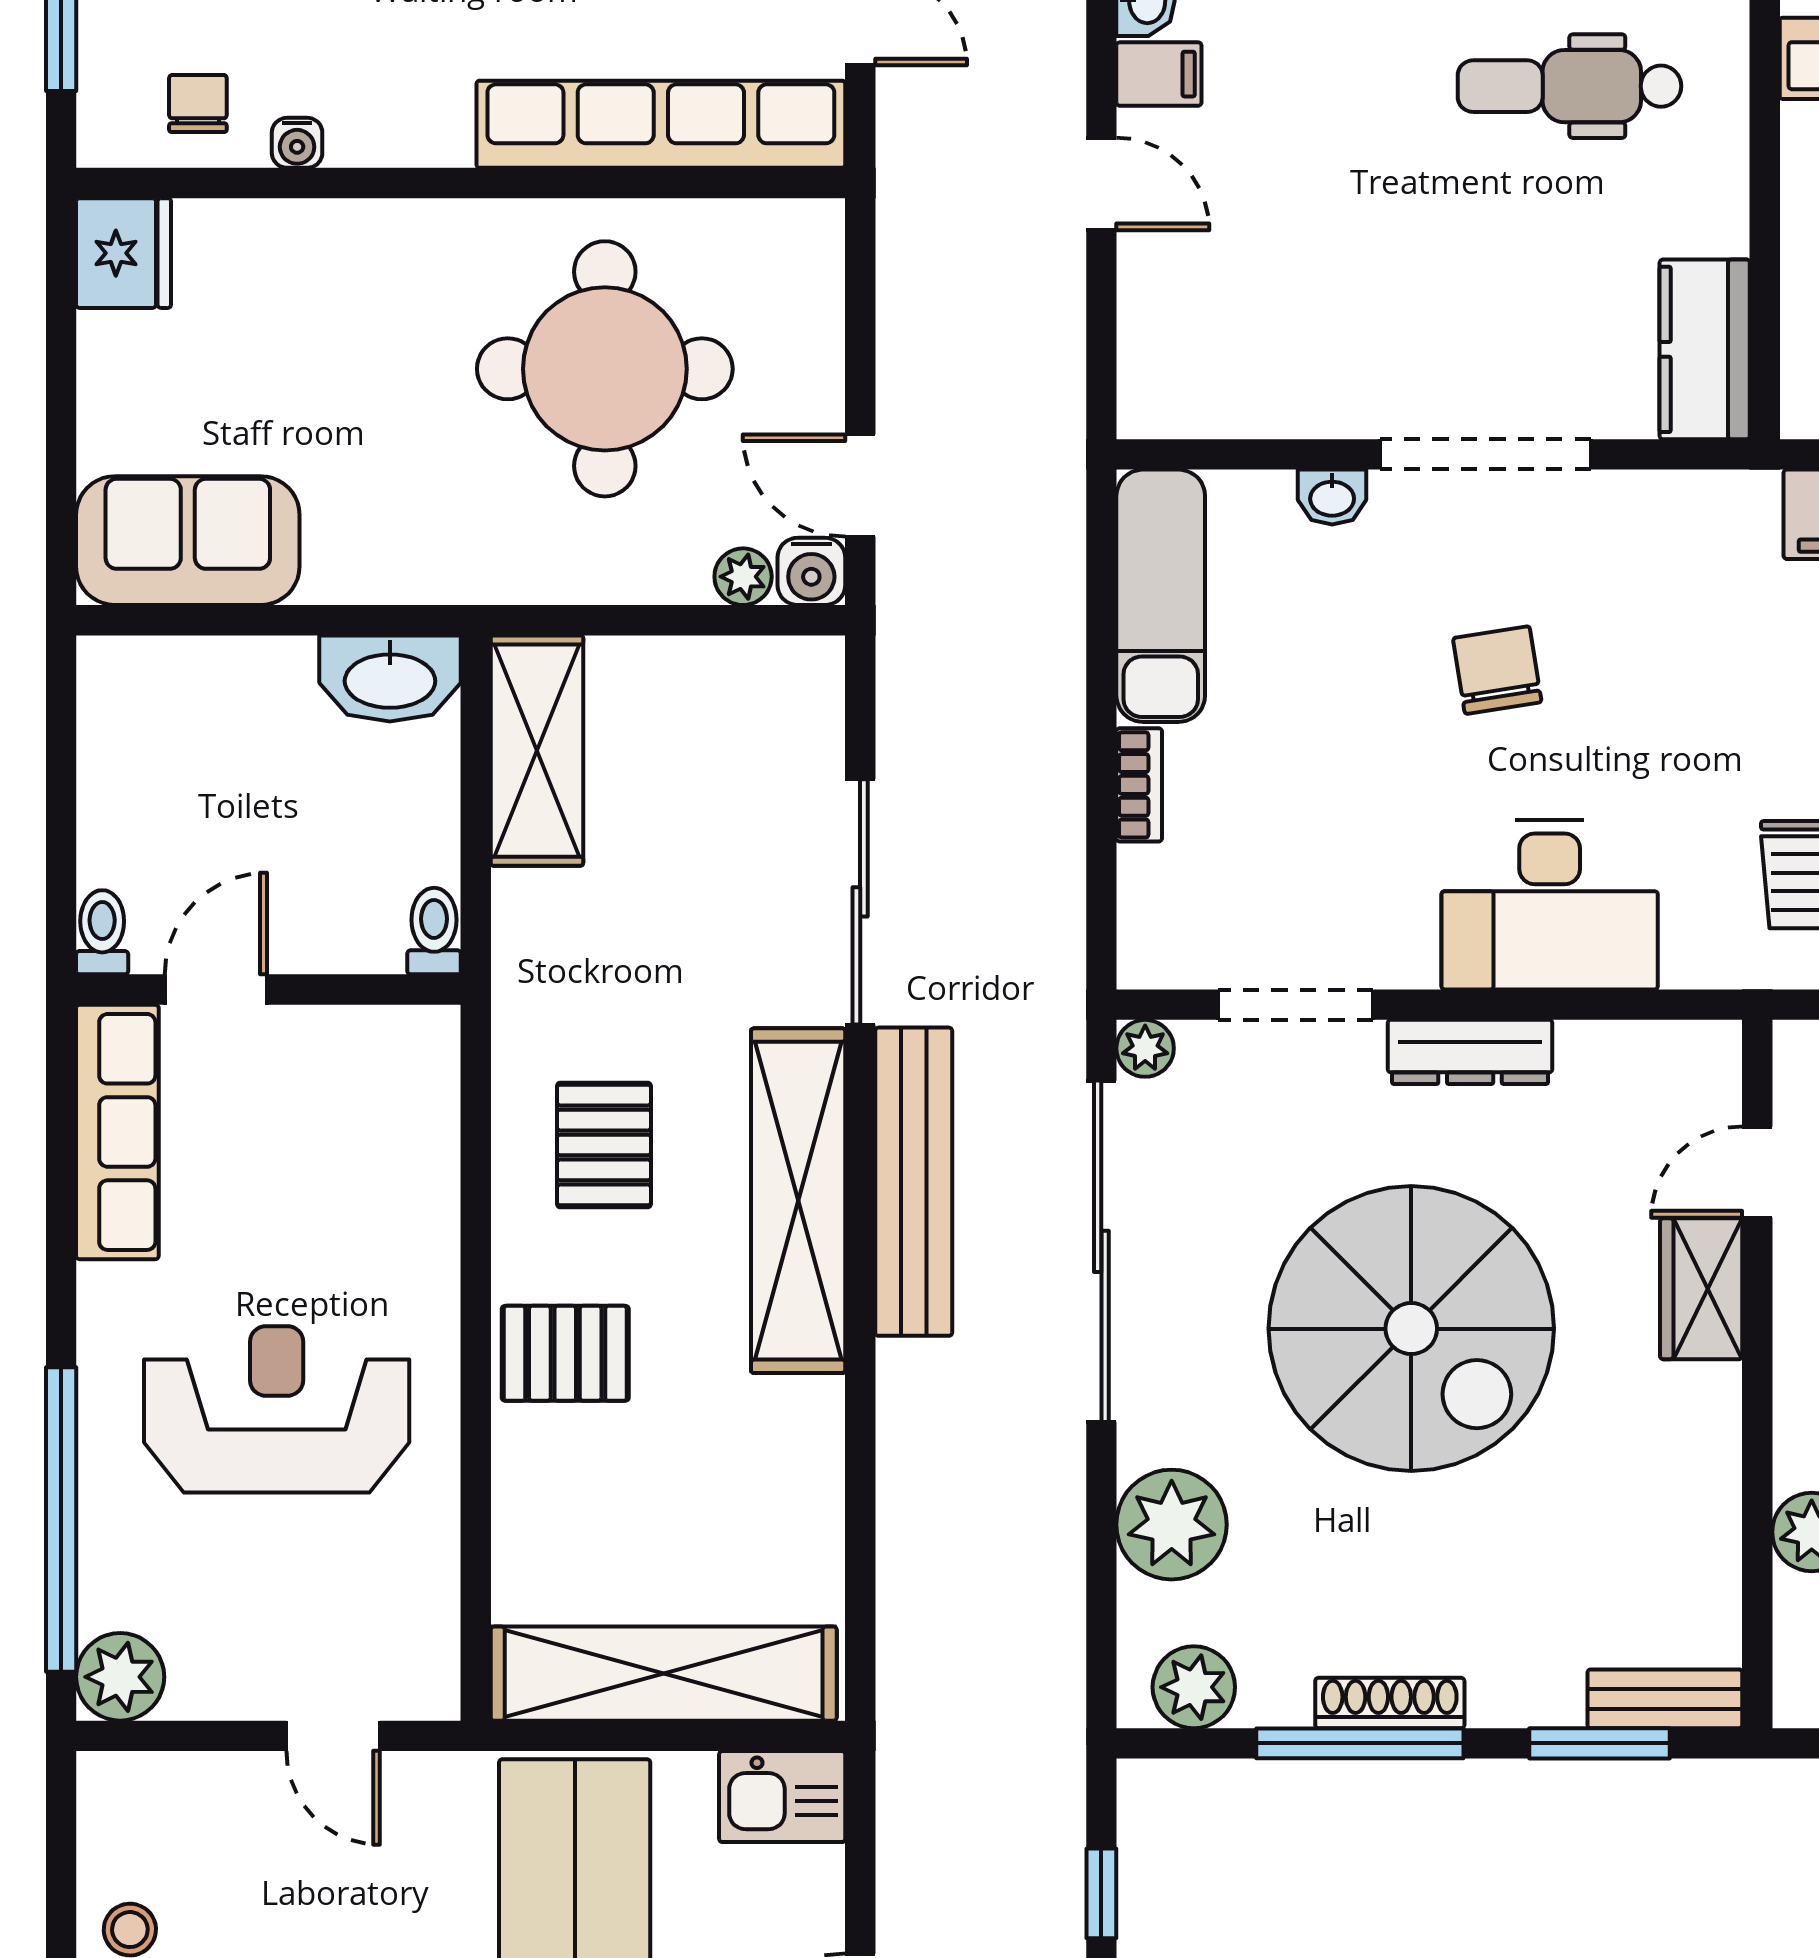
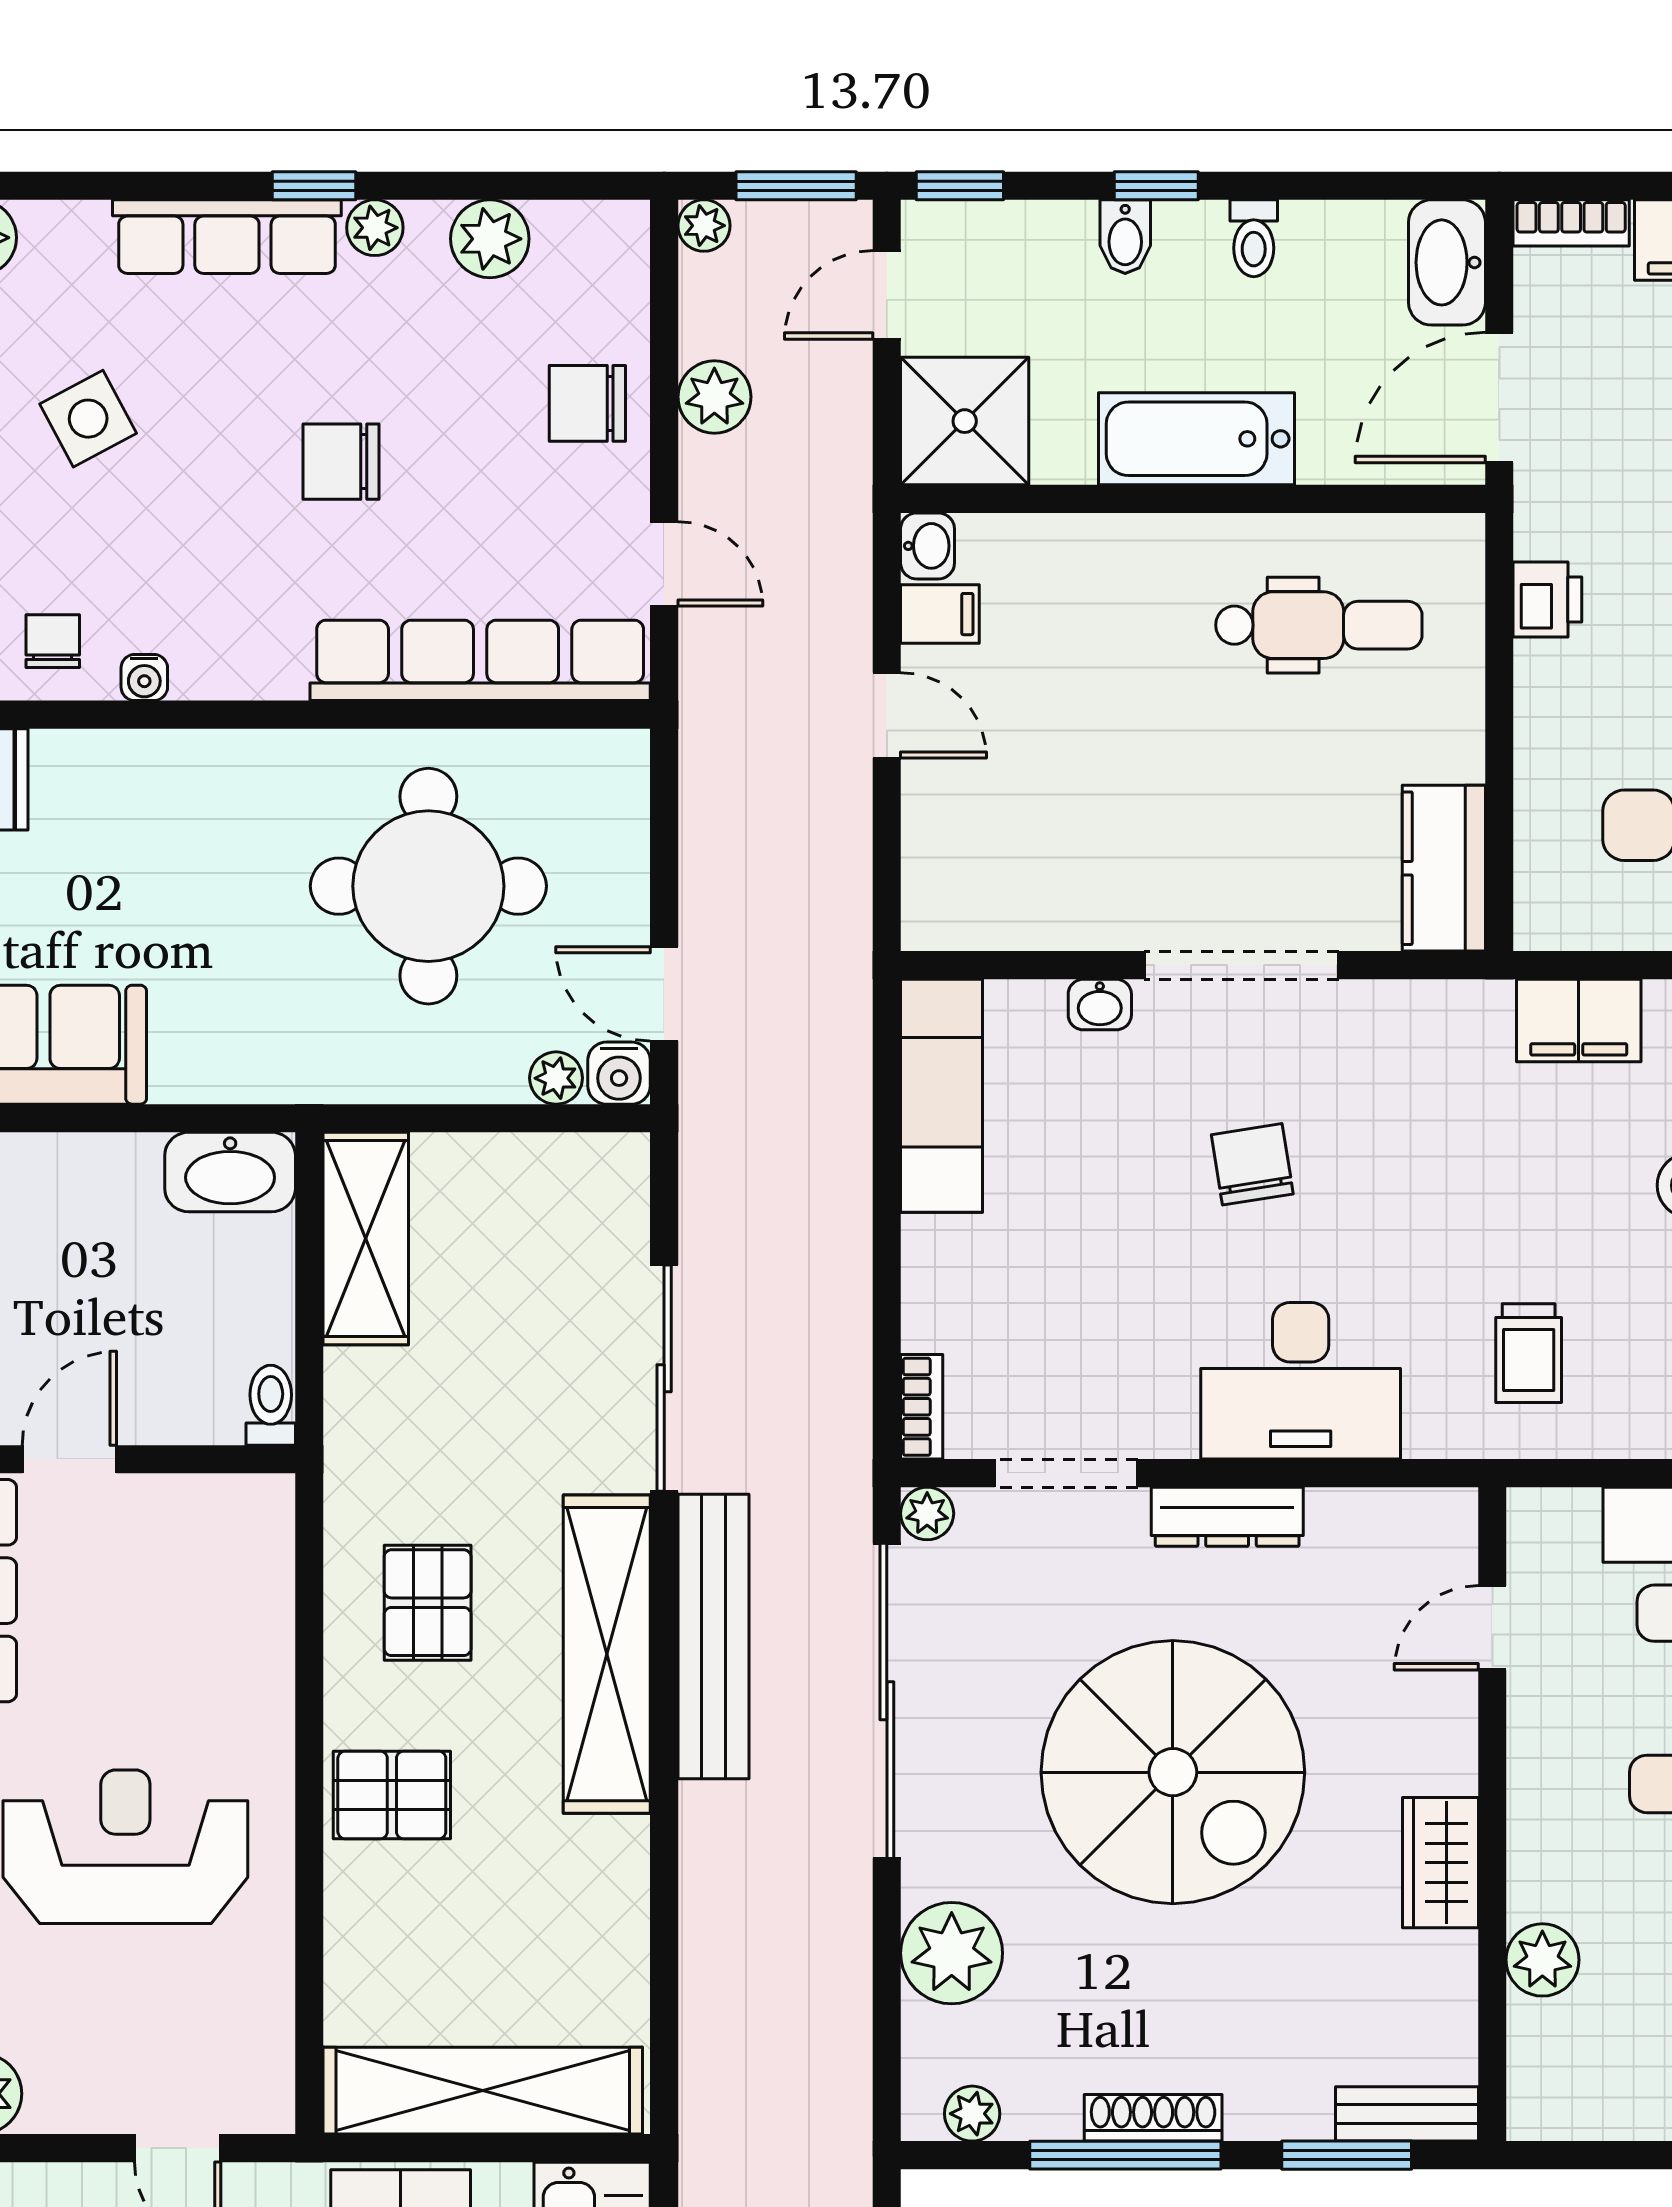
dental chair: (1569, 86) -> (1319, 625), turned 180
bookcase: (1139, 785) -> (922, 1407), moved
wardrobe: (1701, 1289) -> (1441, 1863), moved
plant: (1194, 1687) -> (972, 2114), width x0.73, depth x0.73

